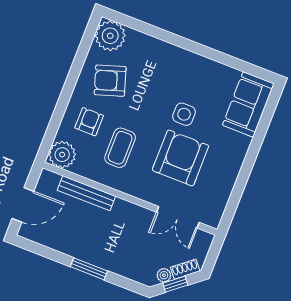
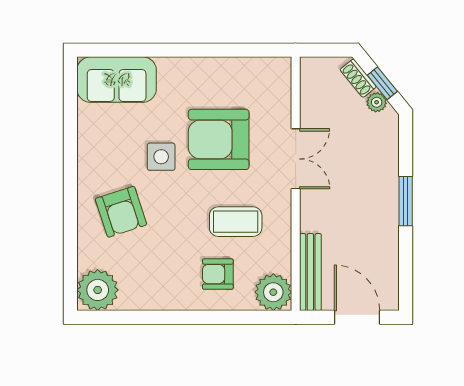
armchair: (110, 81) -> (121, 212), moved
bench: (86, 193) -> (310, 272), moved
double door: (178, 217) -> (296, 159), moved

